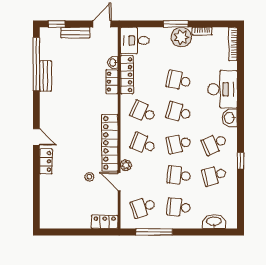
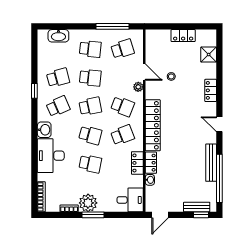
bench: (75, 33) -> (197, 207), moved
locker: (127, 75) -> (137, 163), width x0.66
bench: (45, 76) -> (211, 163), width x1.36
school desk: (143, 112) -> (123, 135), turned -45
door: (36, 137) -> (219, 124), moved
locker: (110, 143) -> (153, 125), moved
shower: (48, 201) -> (209, 55), added
locker: (105, 222) -> (183, 36), moved

